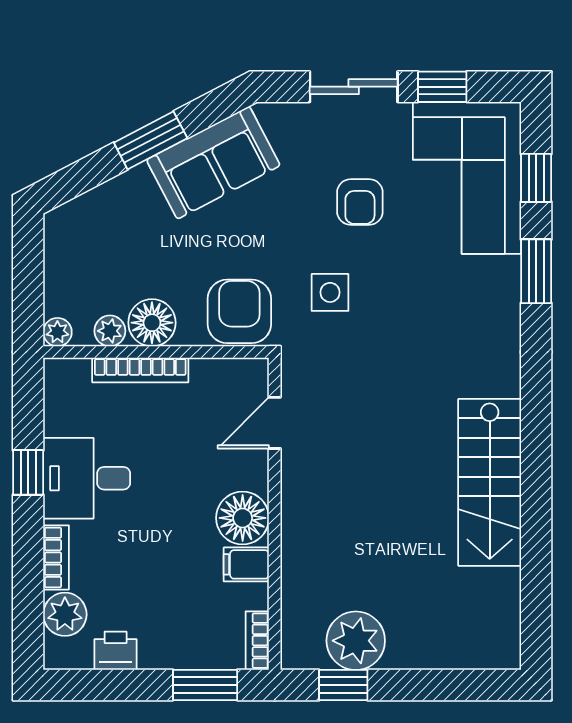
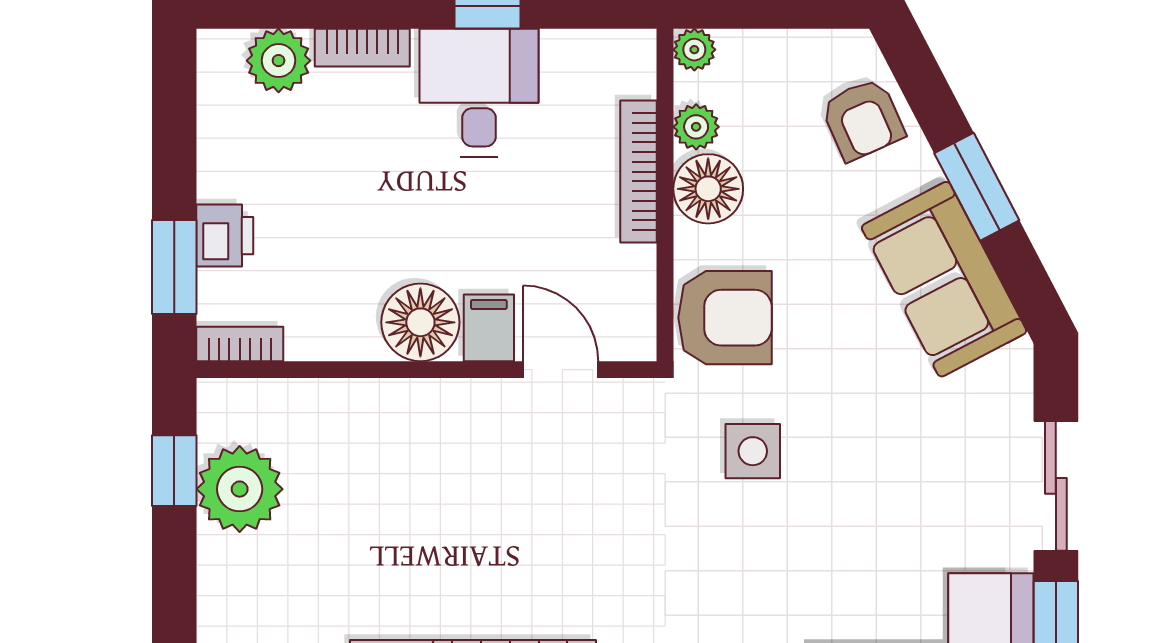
armchair: (360, 202) -> (863, 119), moved, turned -114
filing cabinet: (246, 564) -> (489, 328), moved
printer: (116, 651) -> (225, 236), moved

